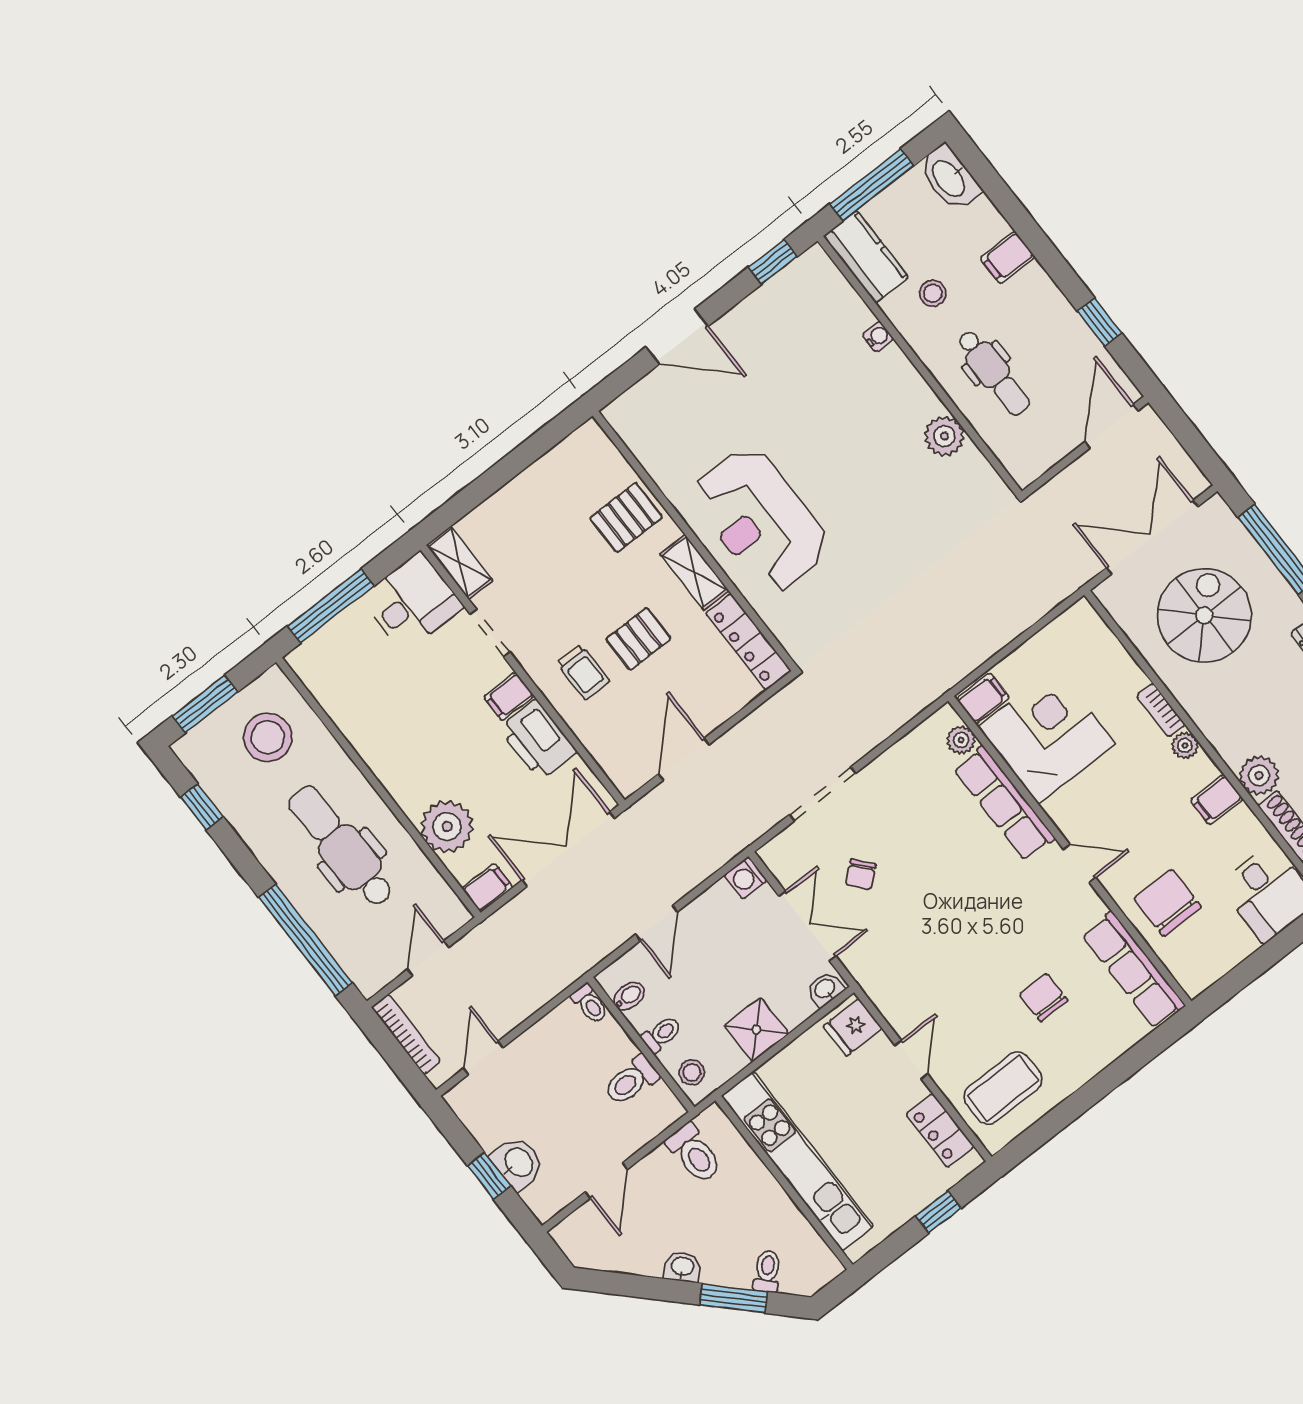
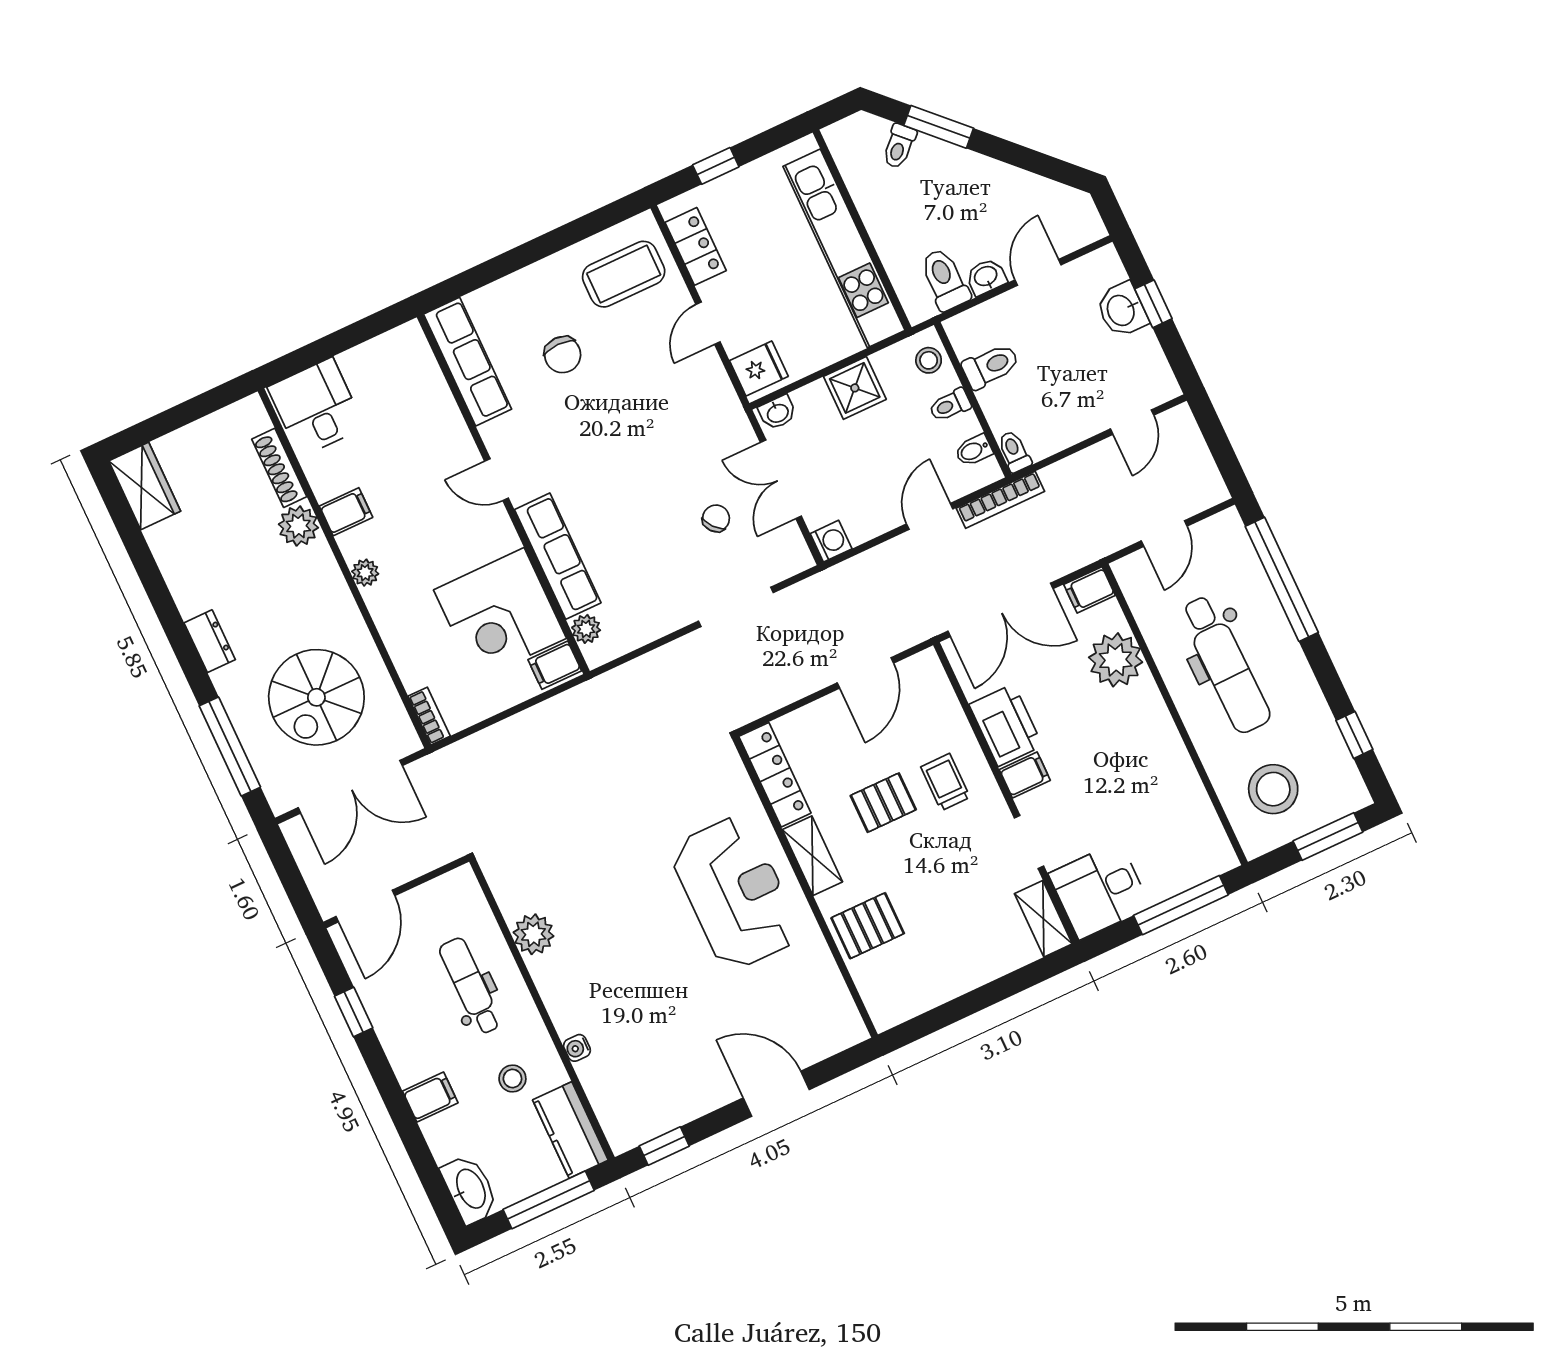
bookcase: (1161, 710) -> (429, 716), moved
chair: (1168, 903) -> (418, 420), removed
bookcase: (406, 1034) -> (1000, 500), moved, turned -90
washbasin: (682, 1267) -> (986, 277), moved, turned 135

